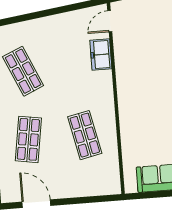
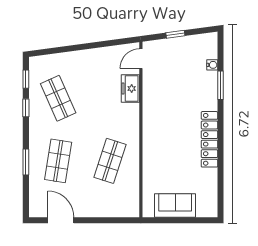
shop shelf: (85, 135) -> (110, 161), turned 30

